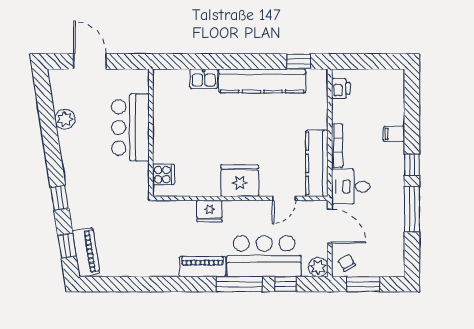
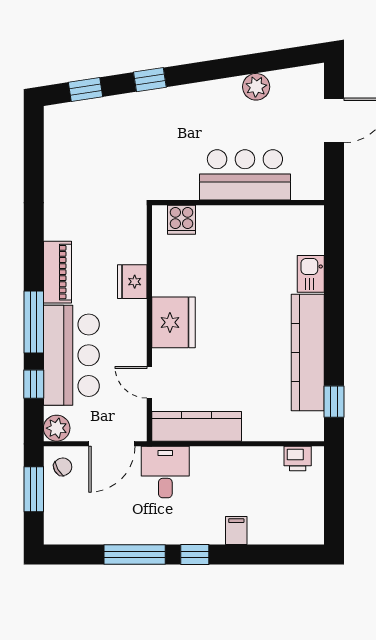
bookcase: (337, 145) -> (221, 454), removed
piano: (86, 252) -> (77, 115), removed

